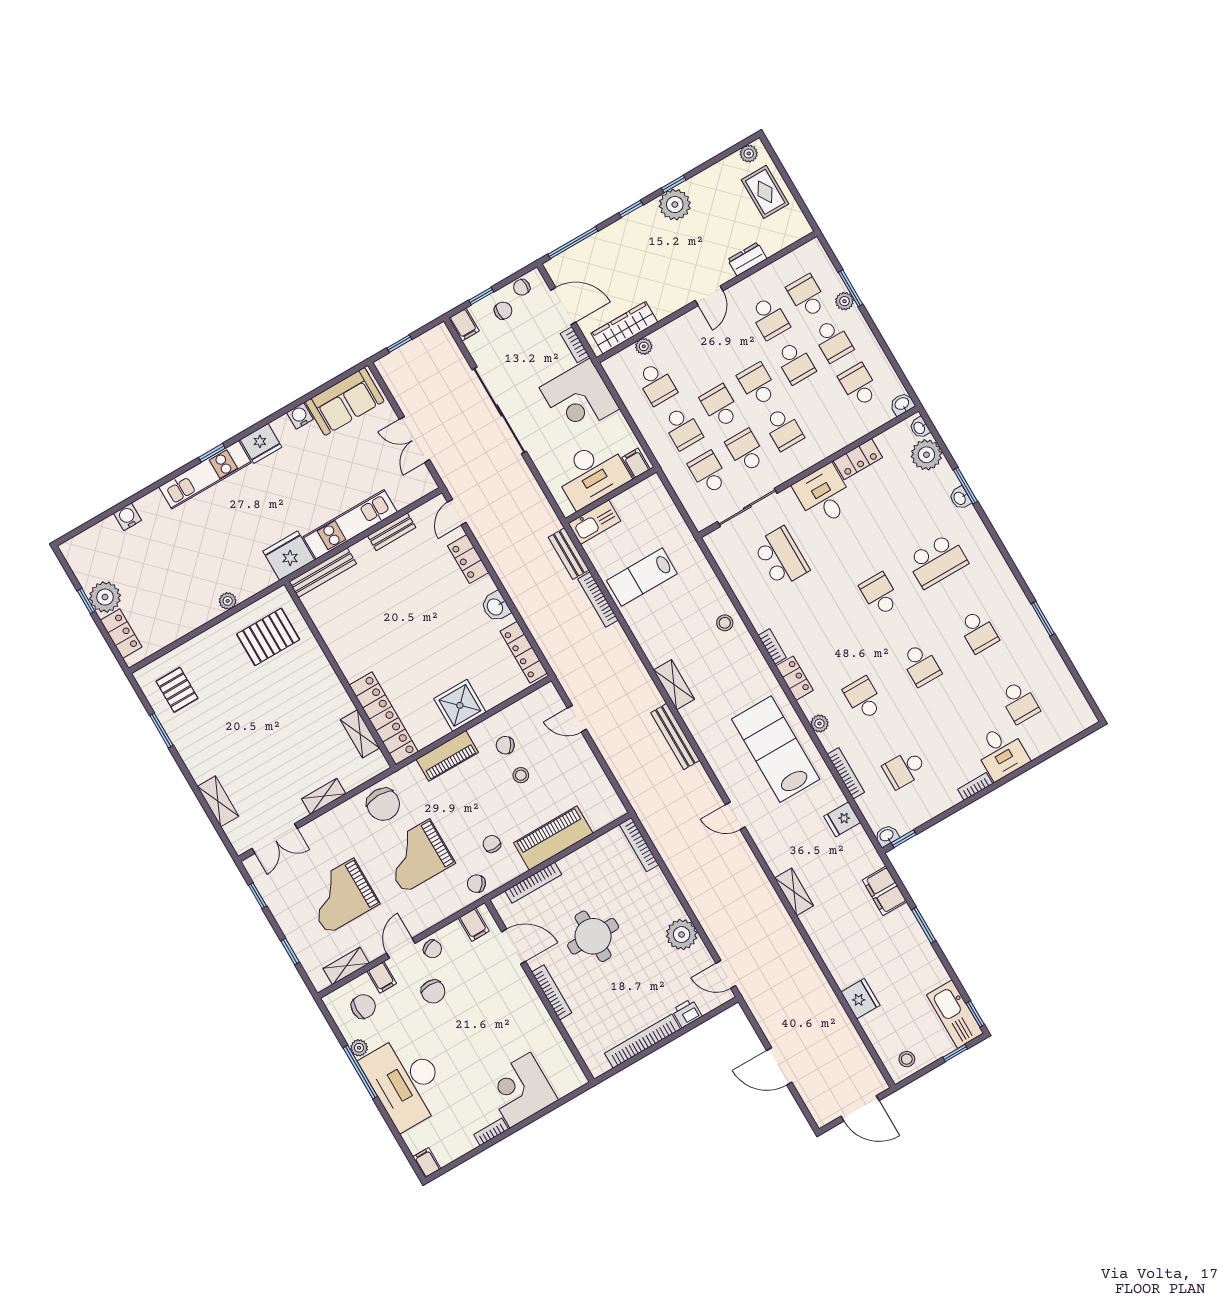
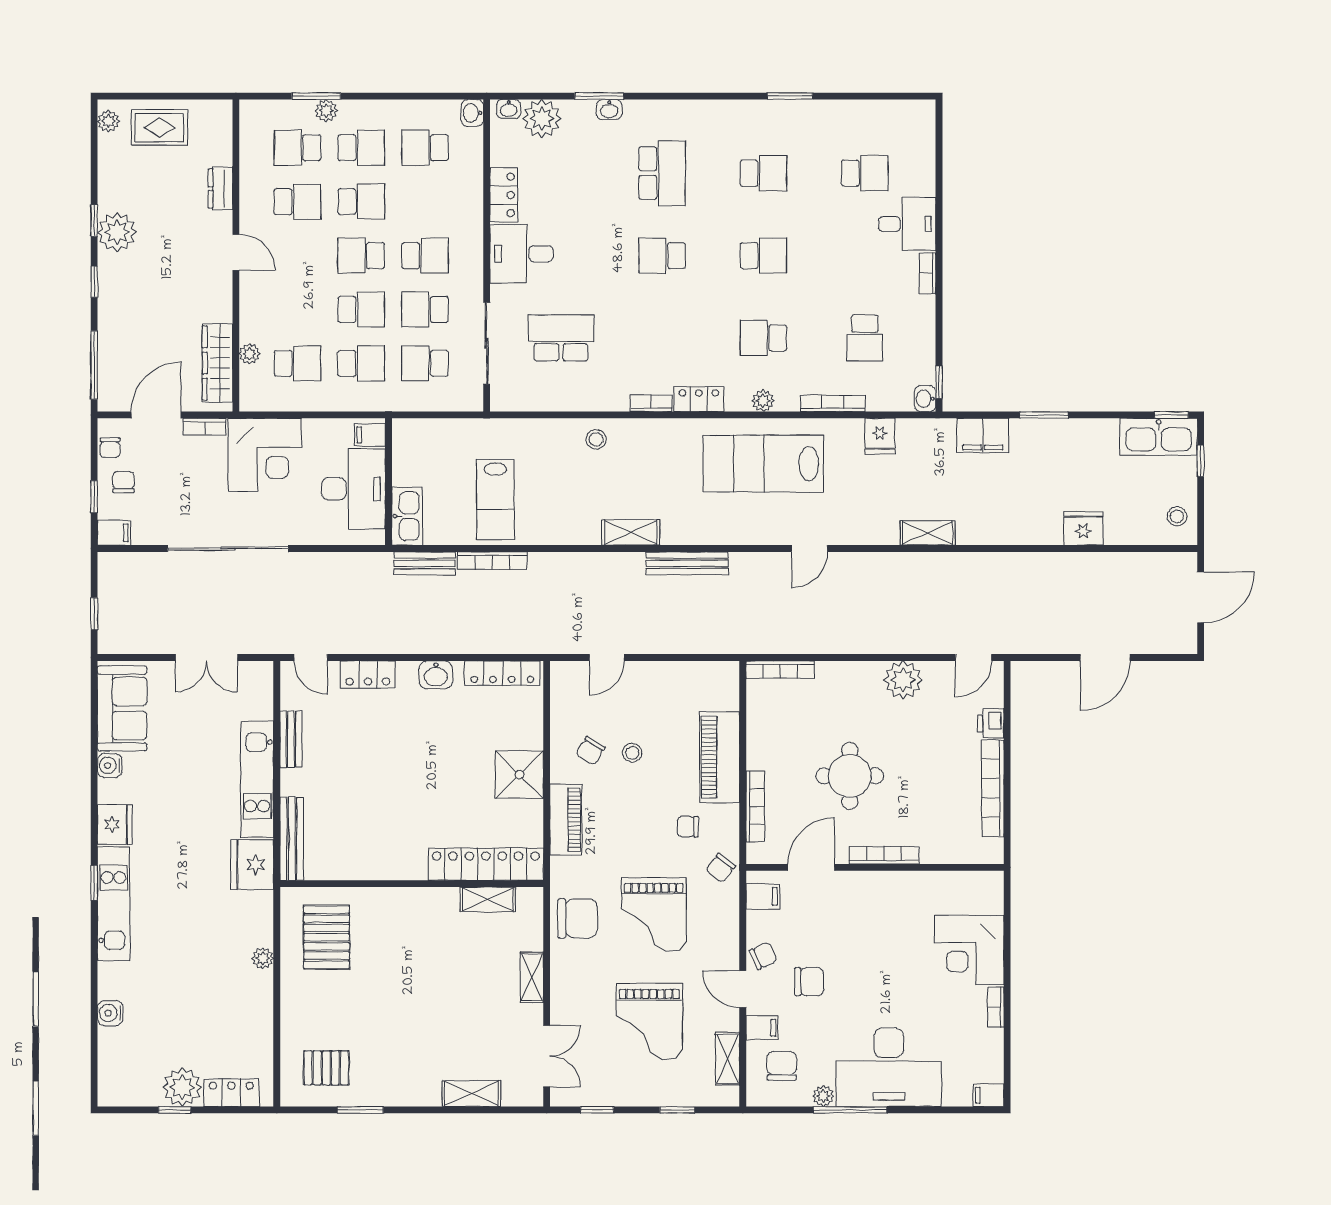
school desk: (720, 406) -> (361, 309), turned 180

